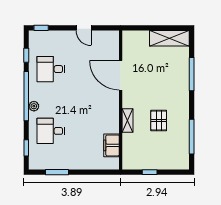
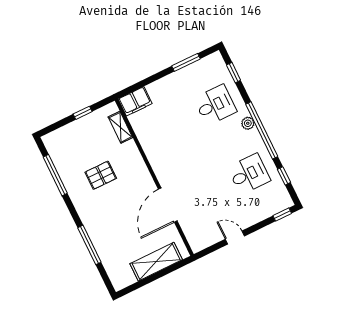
shelving: (169, 38) -> (156, 262), moved
door: (121, 75) -> (168, 205), swing flipped
shelving: (128, 120) -> (120, 127), moved
pallet: (159, 120) -> (101, 175), turned 90
filing cabinet: (112, 145) -> (135, 101), moved, turned 90

